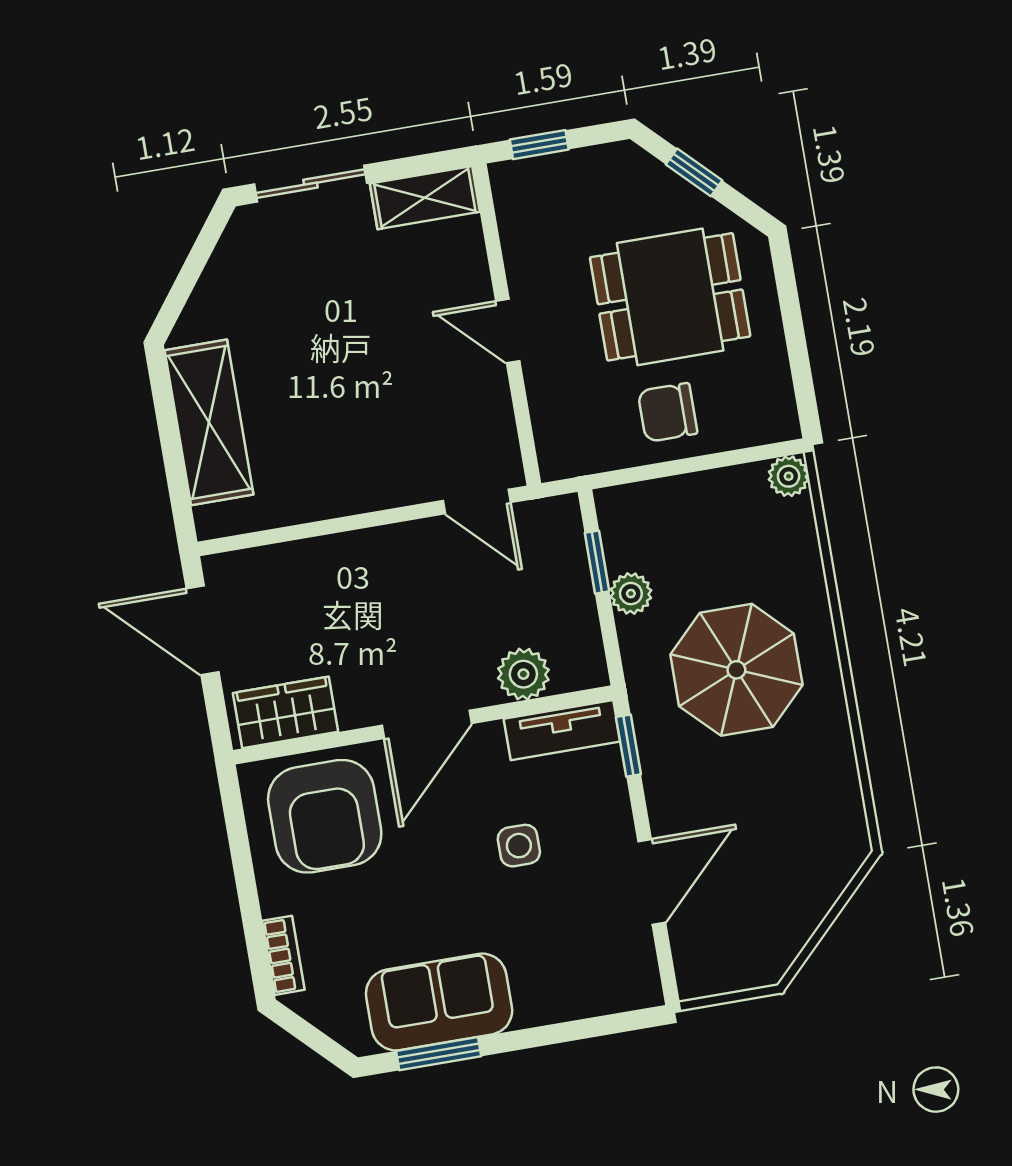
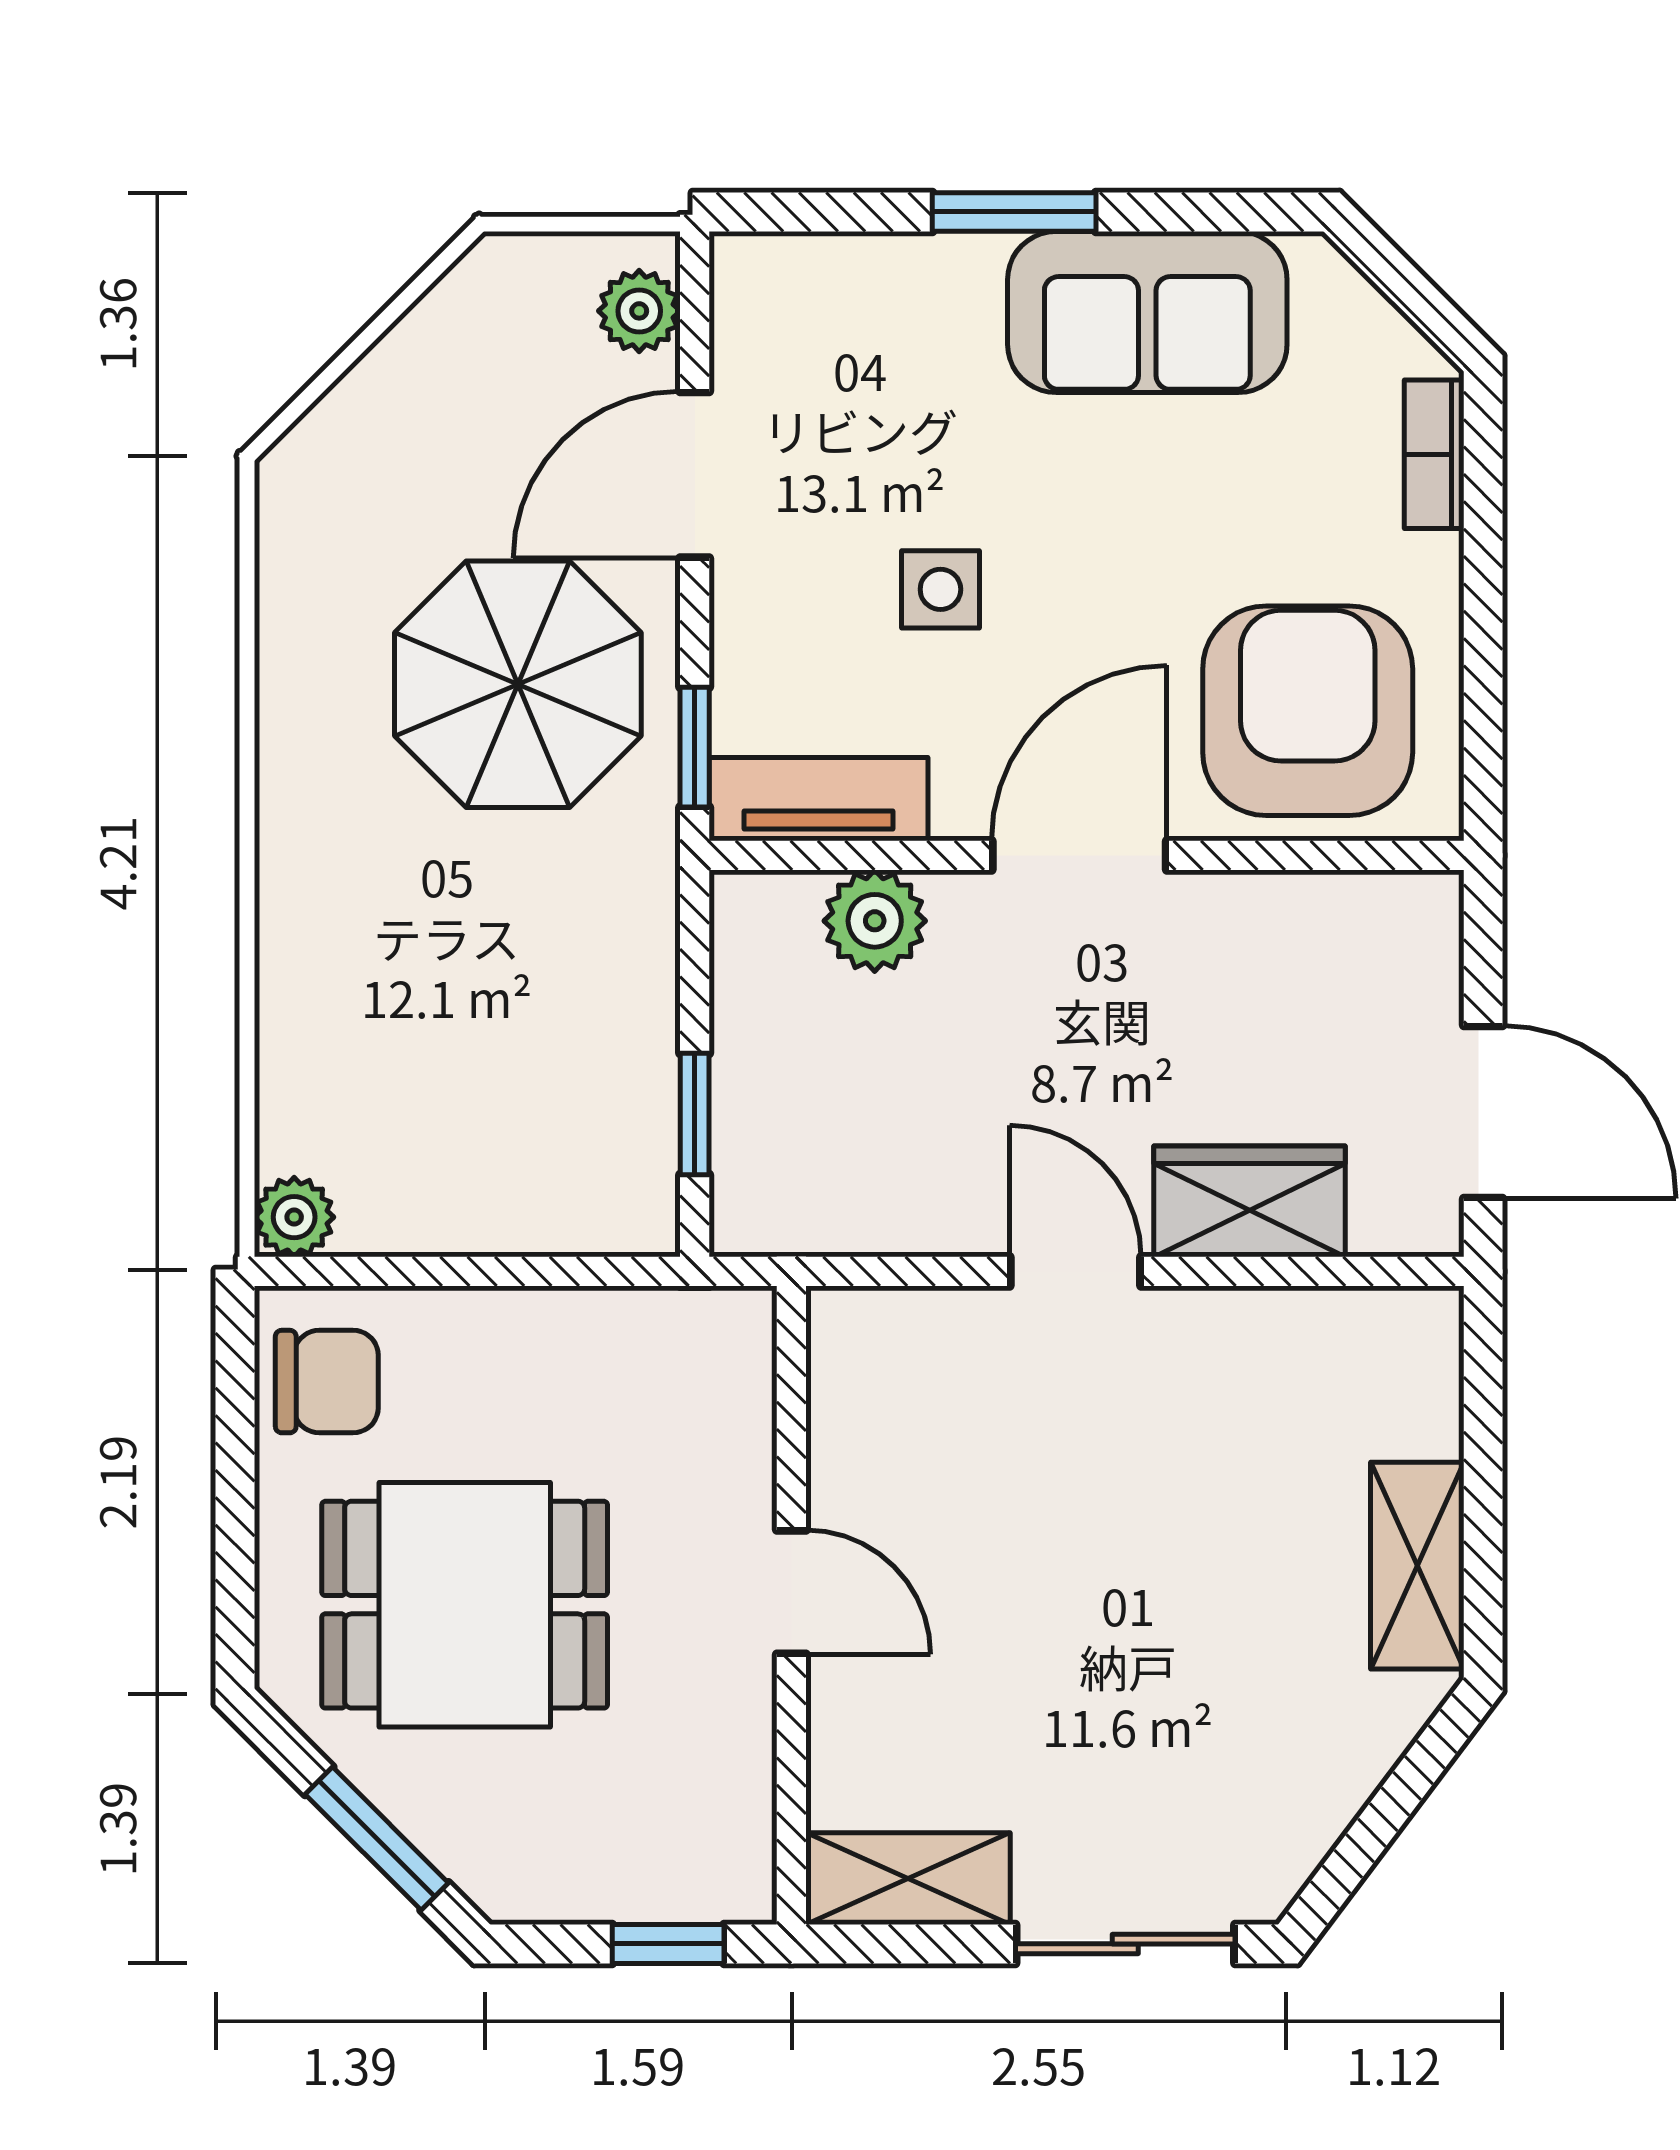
window: (694, 172) -> (377, 1839), width x1.50
chair: (668, 412) -> (327, 1382), moved
shelving: (209, 422) -> (1417, 1566), width x0.67, depth x0.75
door: (477, 502) -> (1075, 1271), moved
plant: (631, 594) -> (639, 311), moved
parasol: (736, 670) -> (518, 684), moved
wardrobe: (286, 712) -> (1249, 1201), moved, turned 180
window: (439, 1054) -> (1014, 212), moved

